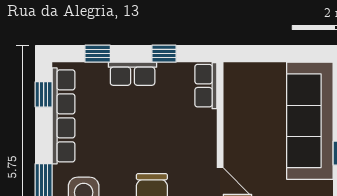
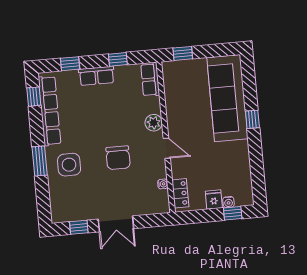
window: (254, 54) -> (183, 53), added
plant: (205, 145) -> (154, 123), added

